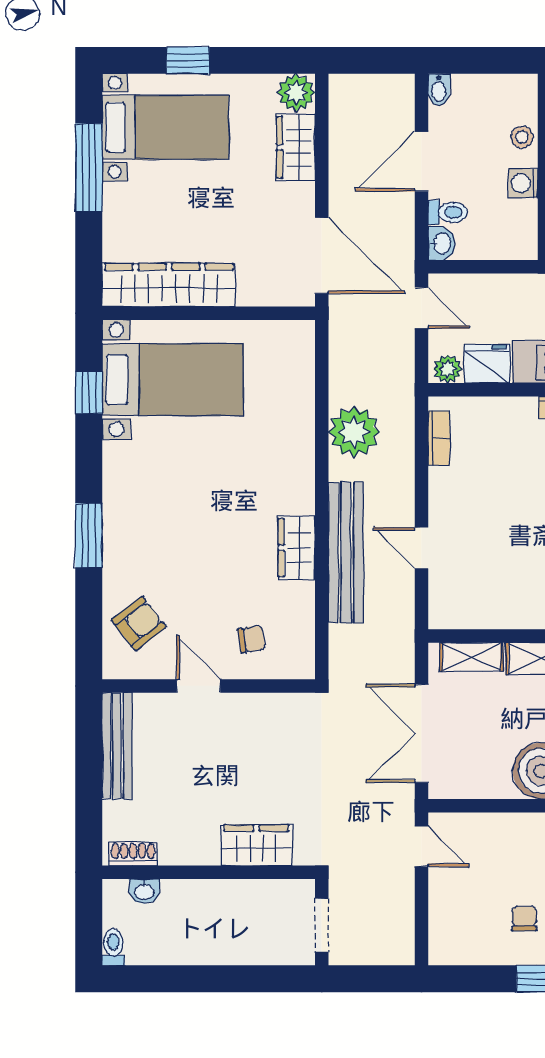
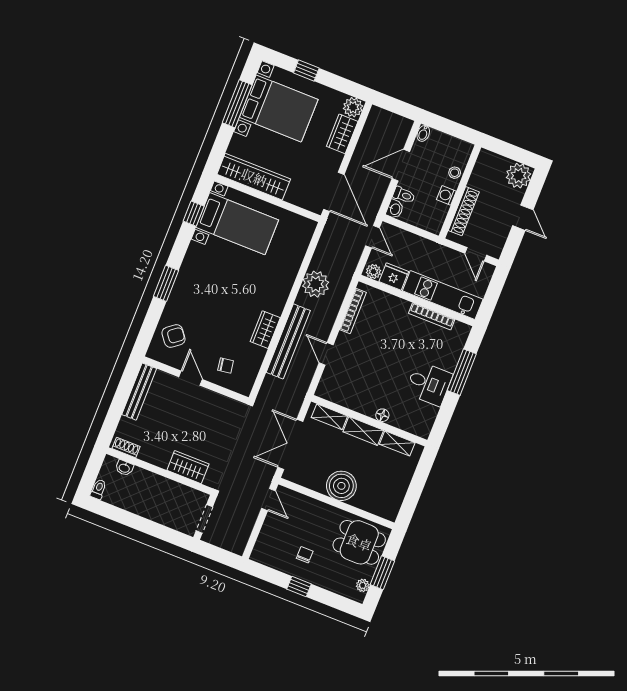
bed with nightstands: (166, 127) -> (279, 108), width x1.36
bookcase: (439, 438) -> (353, 311), width x1.56

